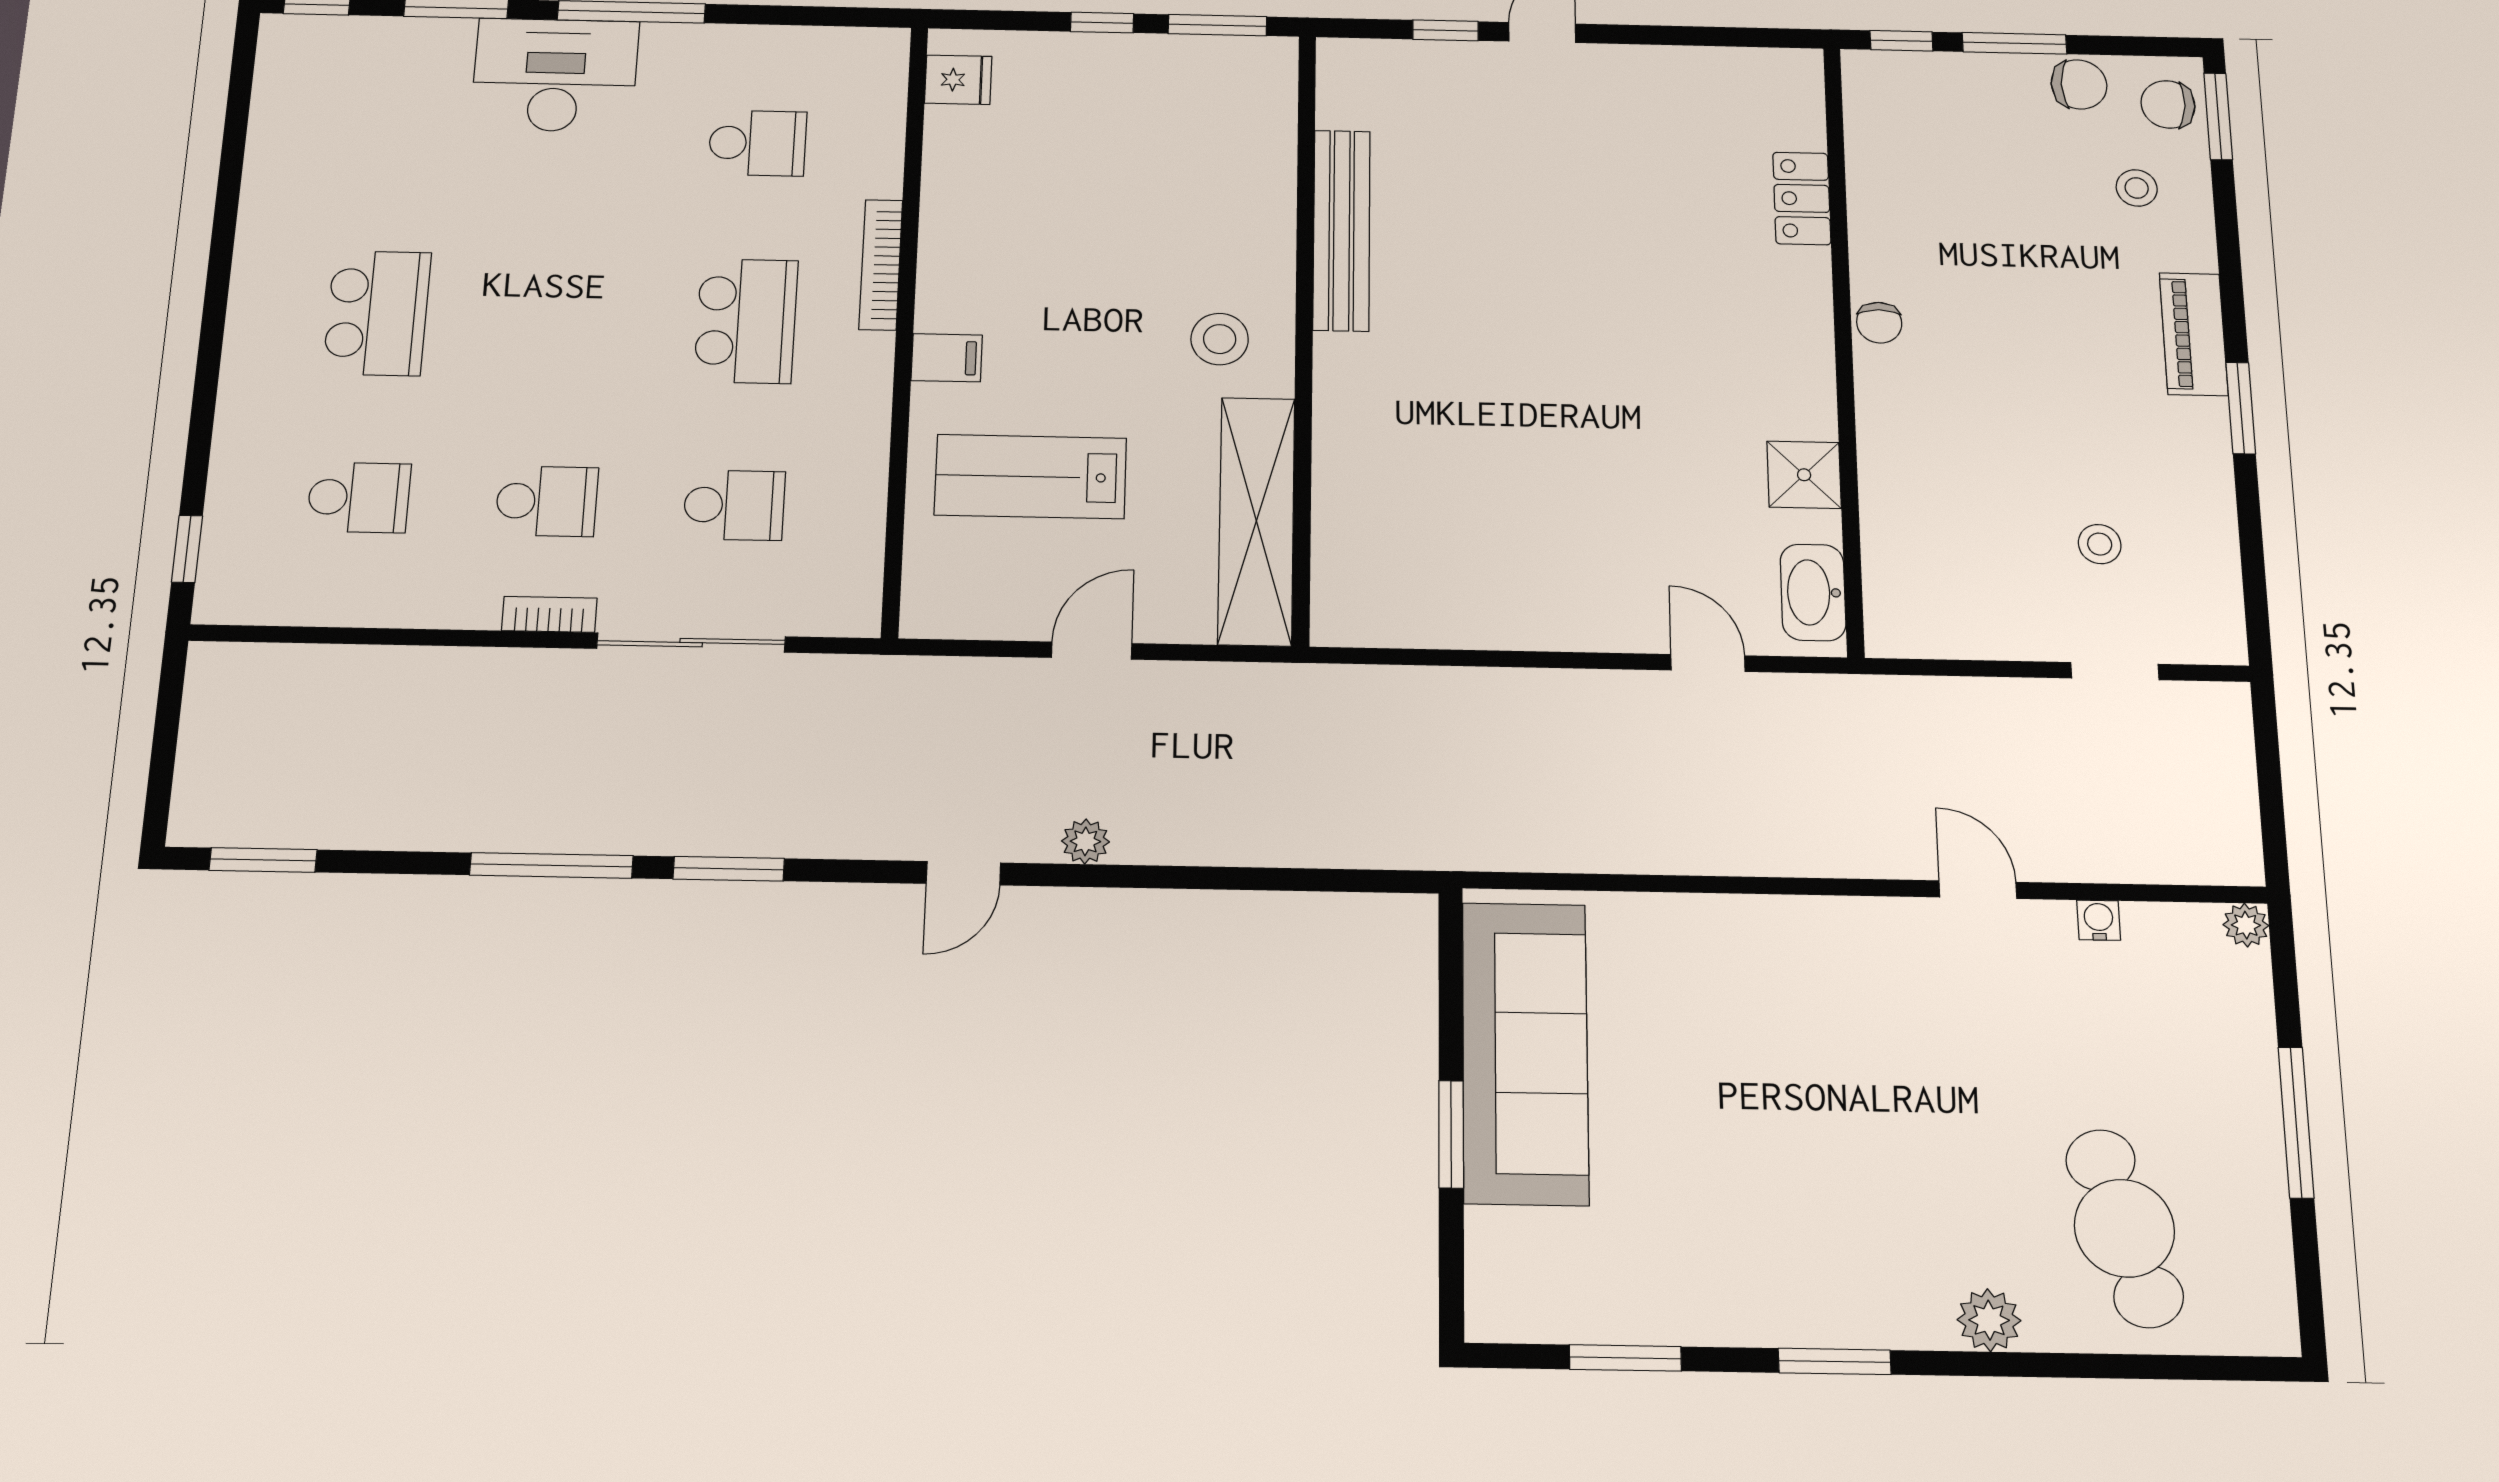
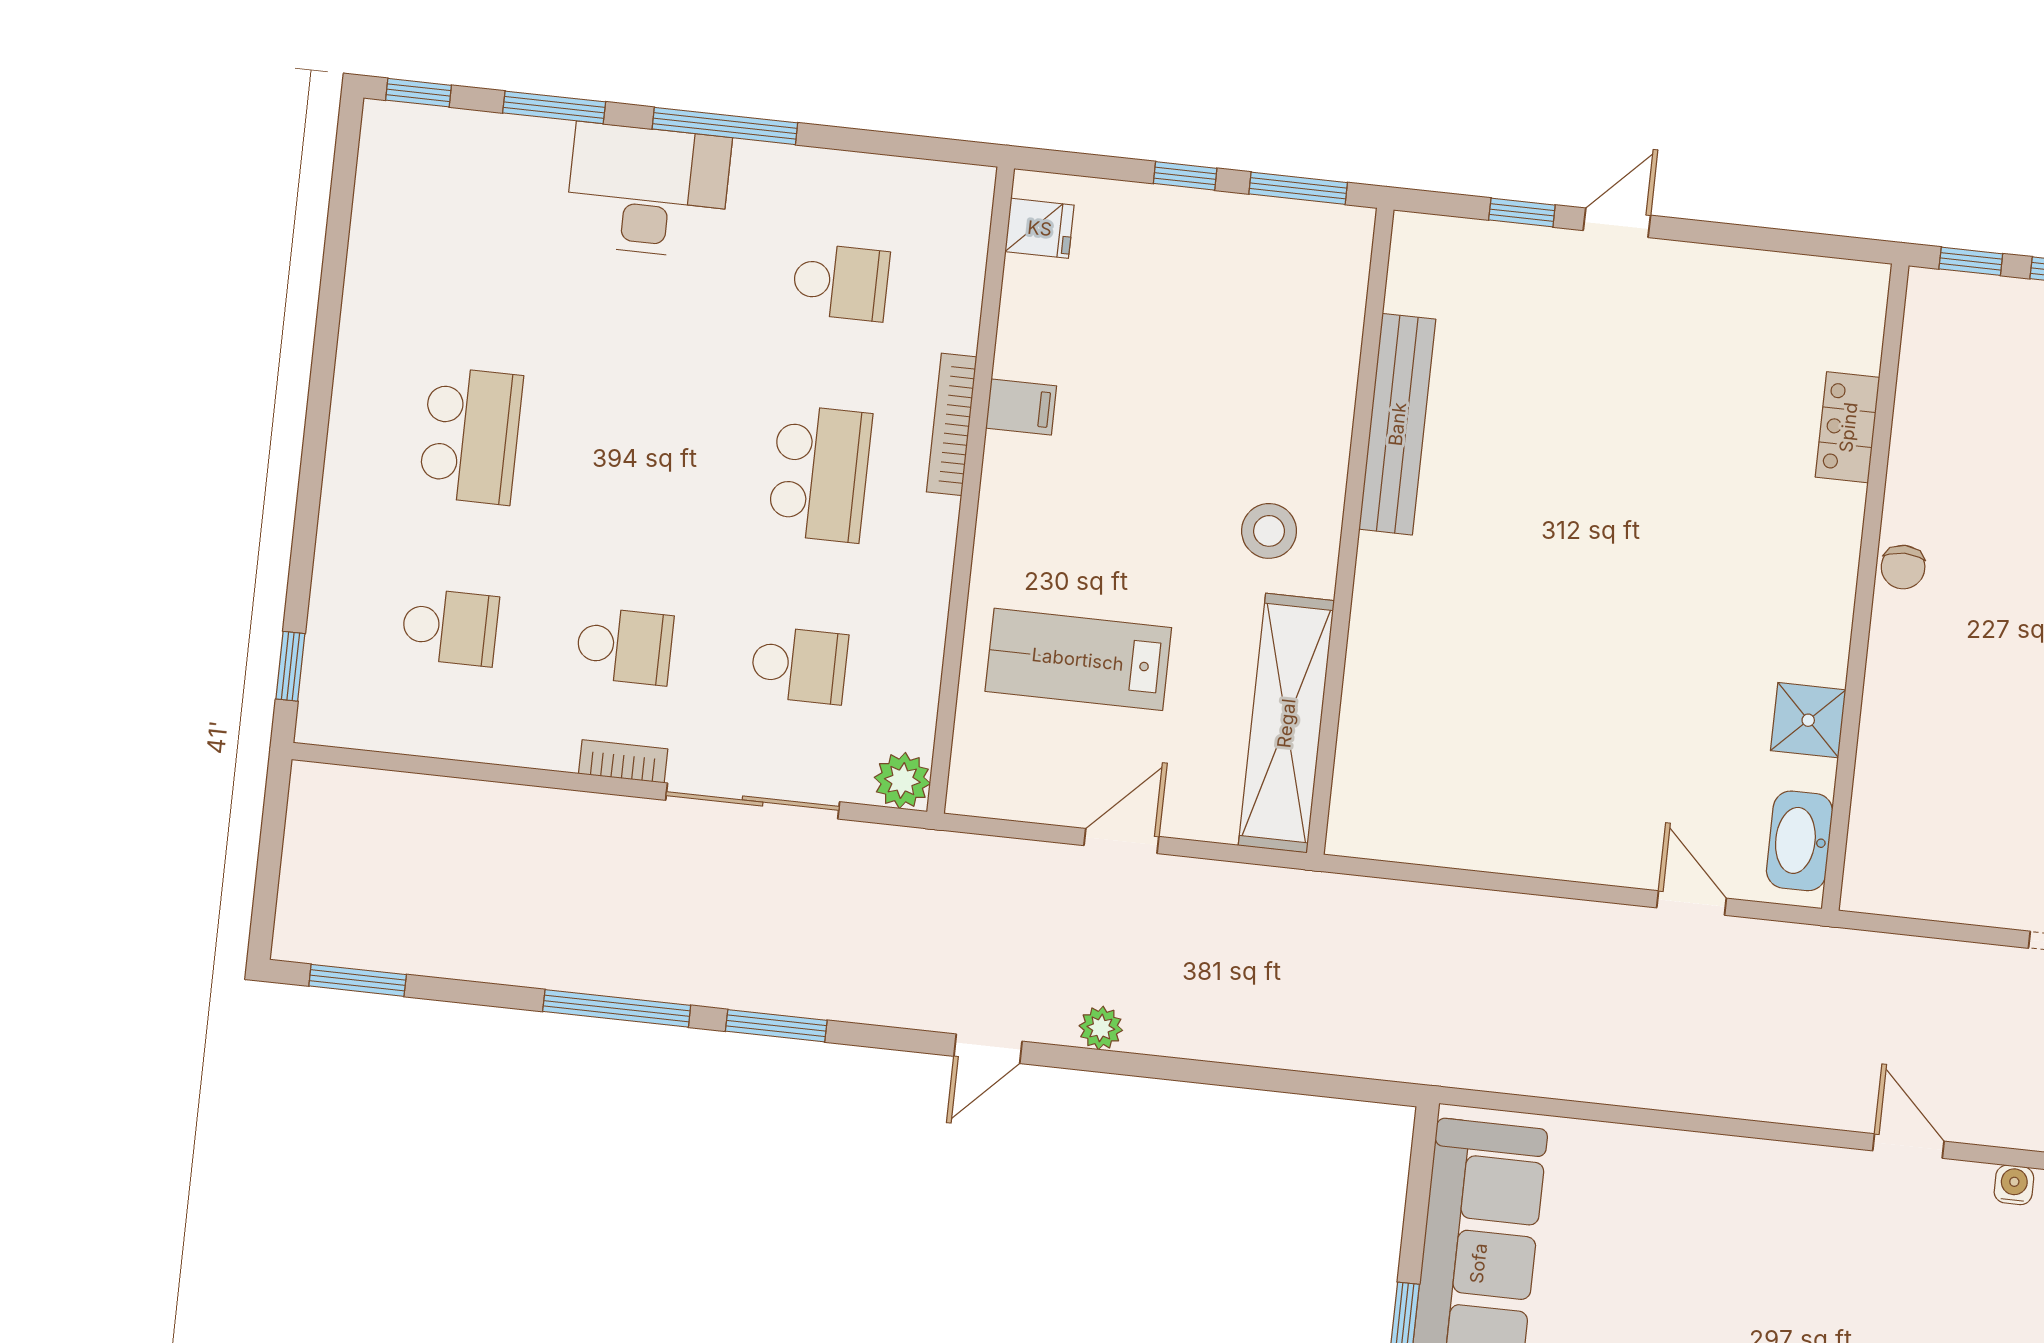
filing cabinet: (947, 358) -> (1021, 407), moved
plant: (852, 609) -> (902, 780), added

